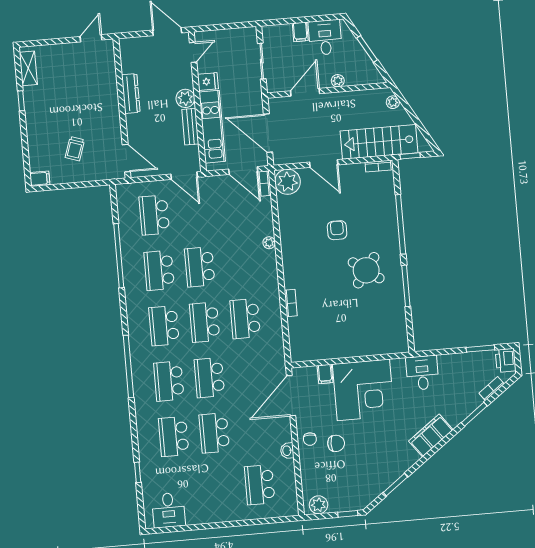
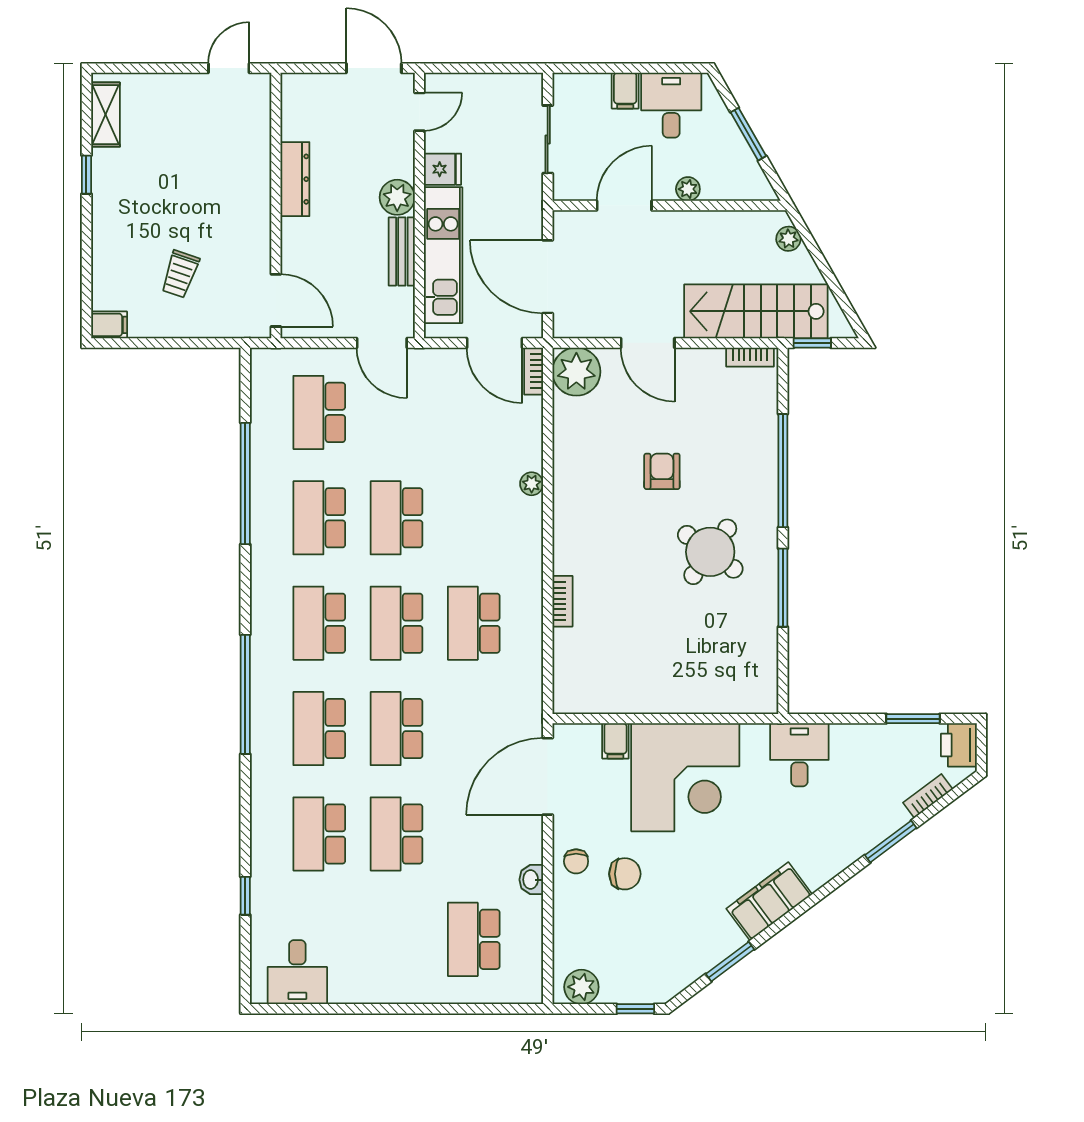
filing cabinet: (431, 436) -> (769, 901), moved

